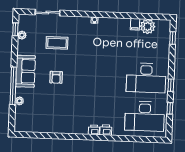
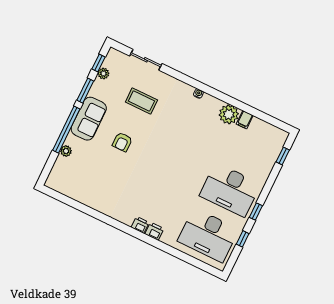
plant: (148, 26) -> (229, 114), moved
window: (14, 53) -> (85, 91), added

